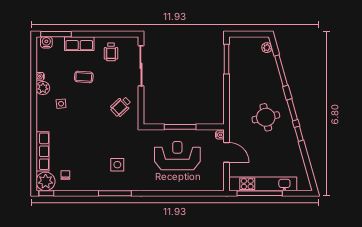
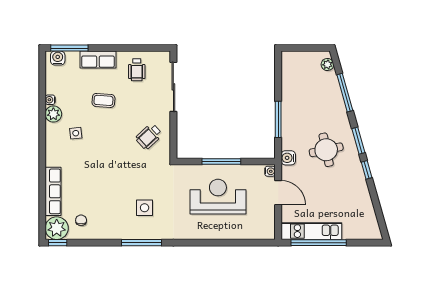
window: (227, 59) -> (278, 119), moved
water cooler: (235, 124) -> (288, 158), added
kitchen unit: (263, 184) -> (311, 231), width x0.73

